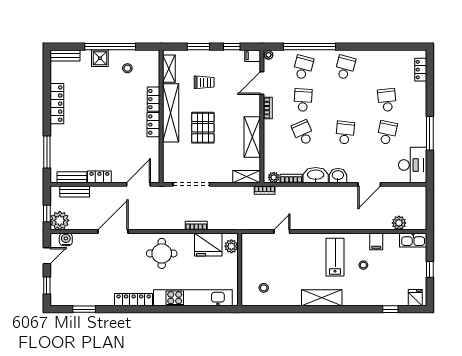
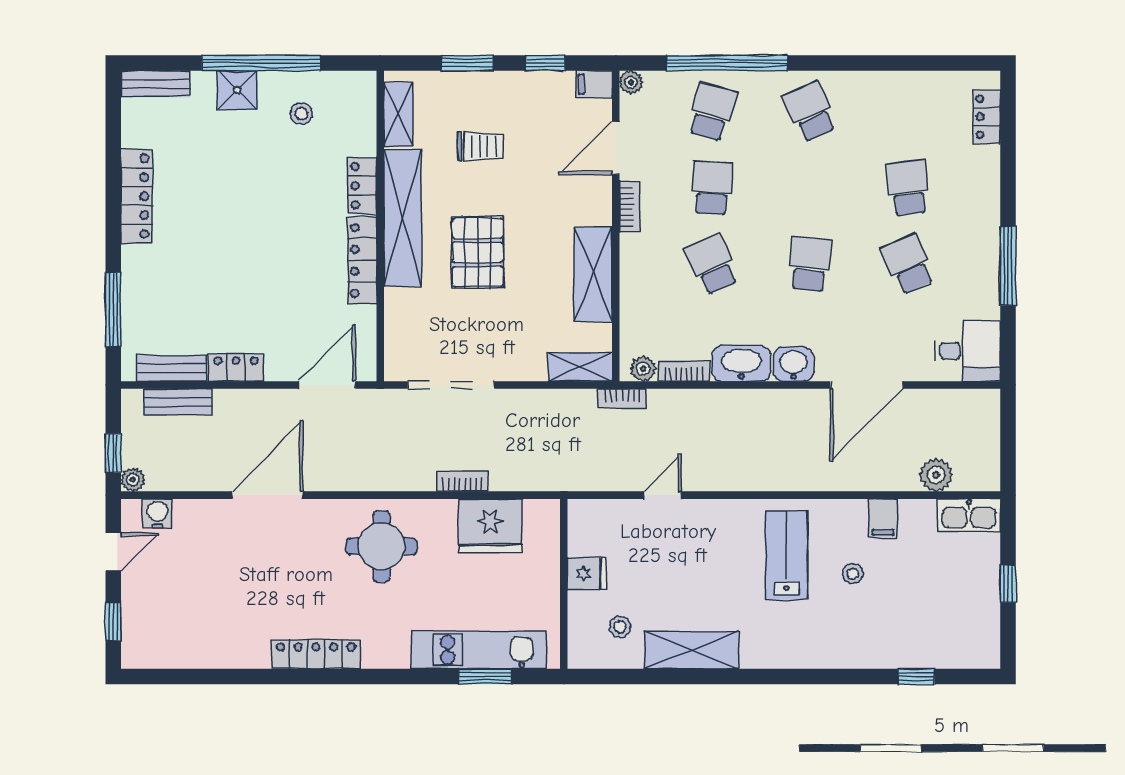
school desk: (345, 67) -> (810, 112), turned -39
locker: (153, 125) -> (362, 260), width x1.53
school desk: (387, 133) -> (908, 264), turned -36
desk: (413, 165) -> (968, 351), width x0.73
door: (369, 184) -> (867, 385), width x1.36
plant: (60, 220) -> (133, 480), width x0.53, depth x0.53
plant: (231, 246) -> (544, 530), removed
kitchen unit: (193, 298) -> (479, 650), width x0.73
shelving: (322, 298) -> (691, 650), moved
fridge: (415, 298) -> (587, 574), moved, turned 90
window: (84, 309) -> (485, 676), moved

